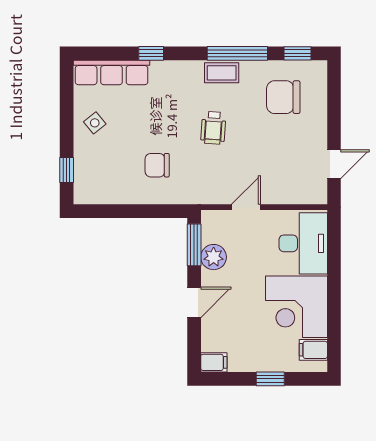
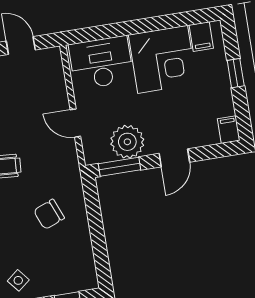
chair: (157, 165) -> (49, 214), turned 68
plant: (214, 257) -> (127, 142), width x1.36, depth x1.36
door: (194, 302) -> (174, 158), swing flipped

